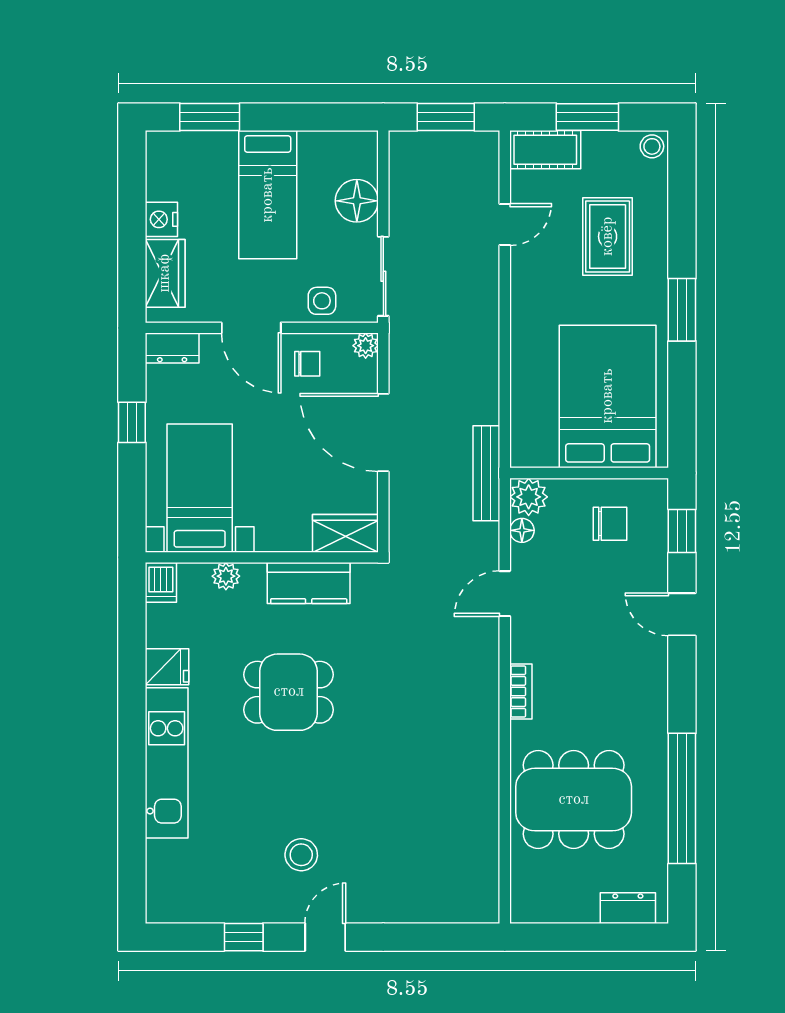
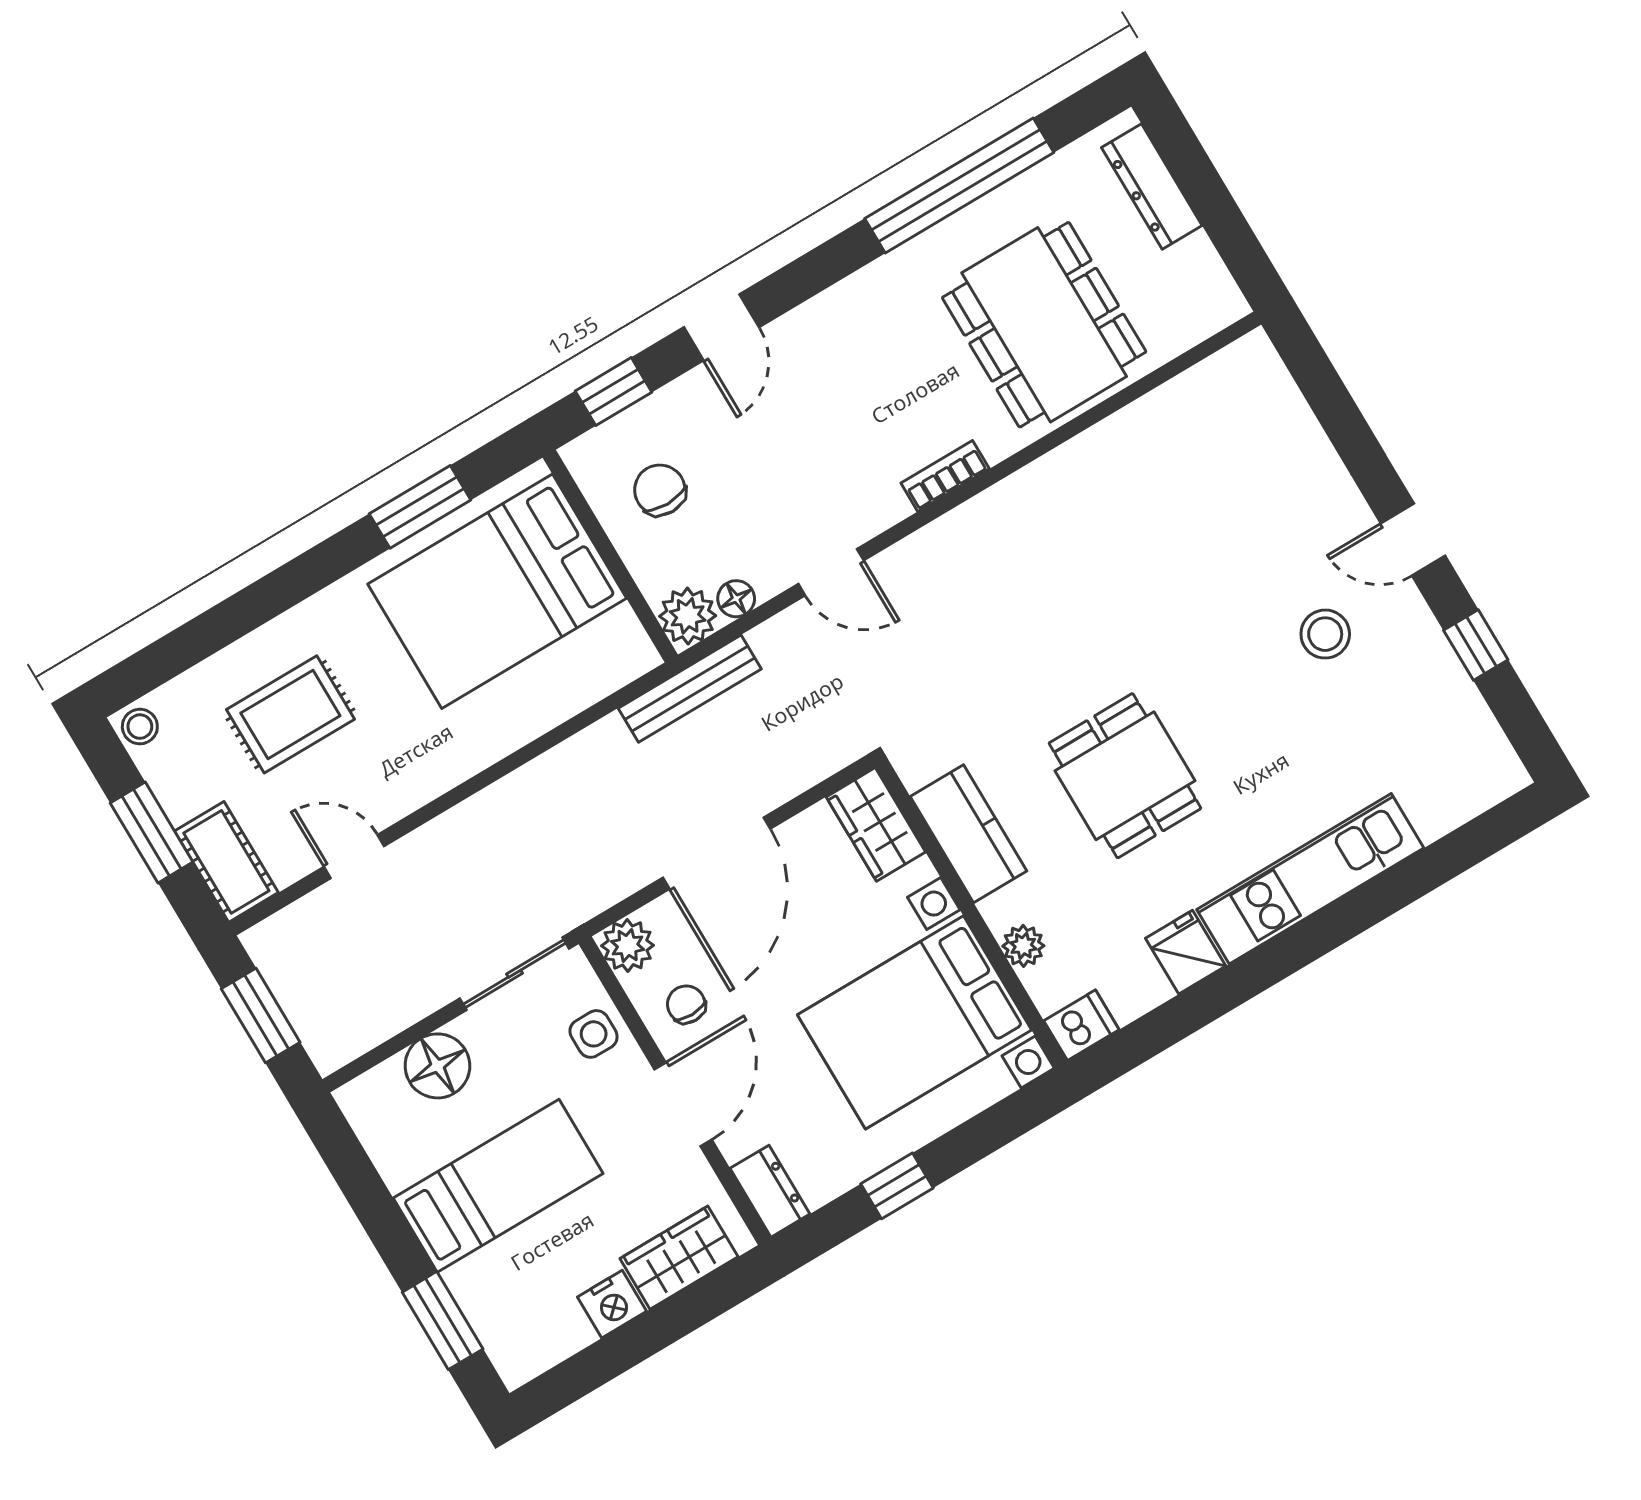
window: (682, 310) -> (420, 507), moved
plant: (366, 346) -> (628, 946), width x1.38, depth x1.38
bed with nightstands: (200, 488) -> (915, 1022), width x1.36
dresser: (628, 908) -> (1152, 186), width x1.44

